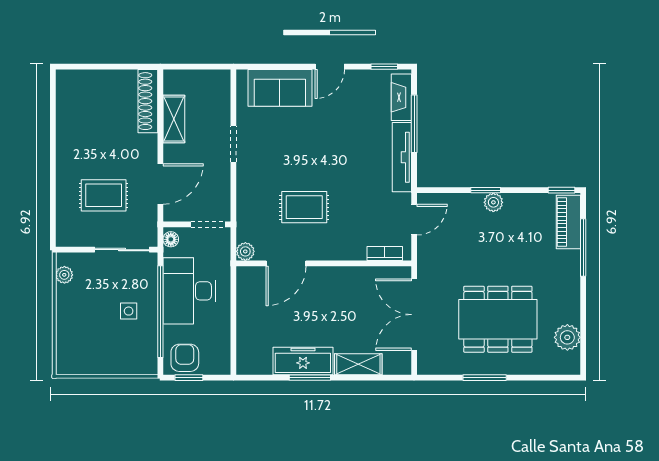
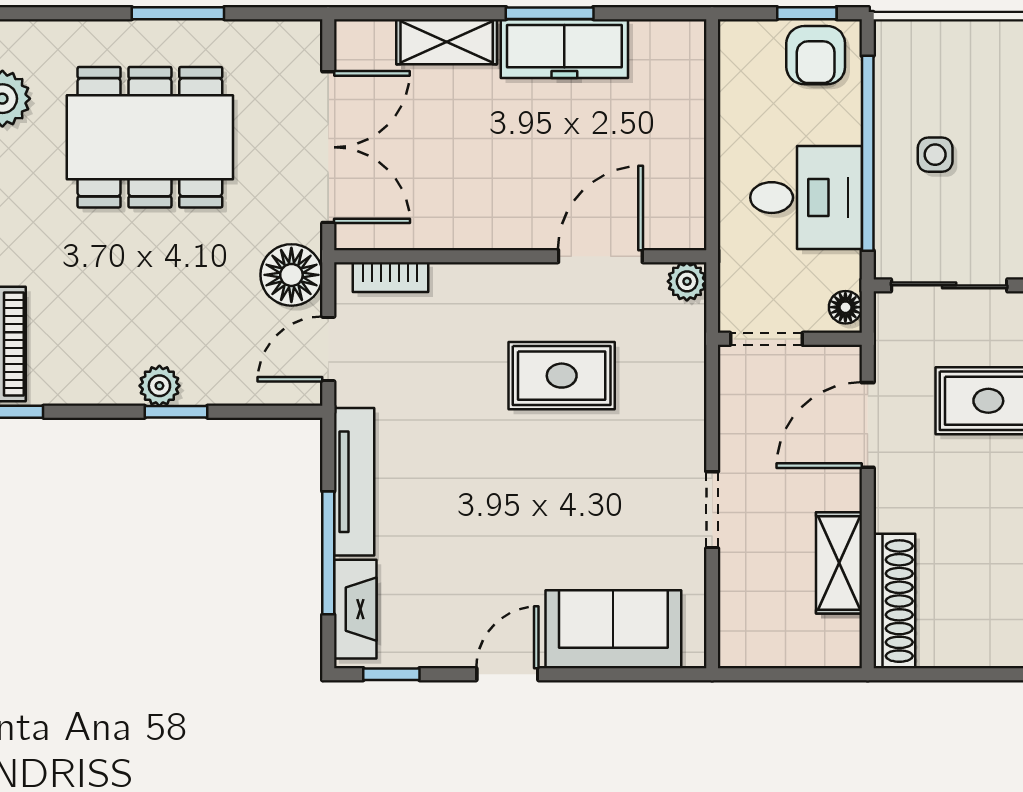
floor lamp: (431, 254) -> (291, 275), added
desk: (189, 291) -> (806, 198), width x0.73

